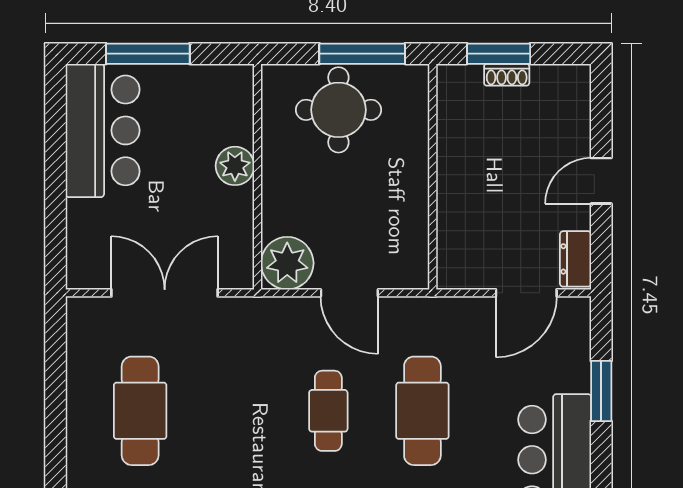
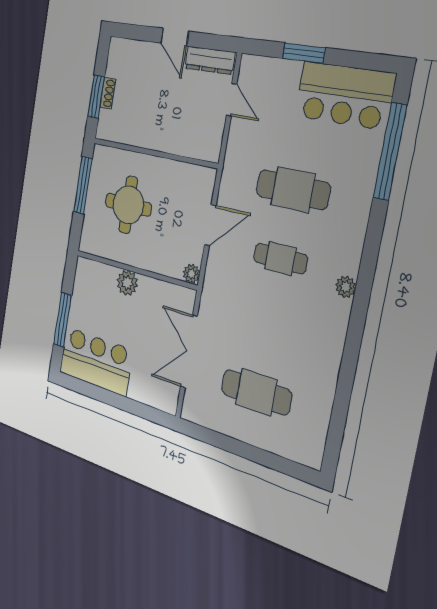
round table: (338, 110) -> (128, 205), moved
dresser: (576, 259) -> (210, 60), width x1.44
plant: (287, 263) -> (192, 274), width x0.53, depth x0.53
door: (526, 293) -> (232, 100), width x0.73

